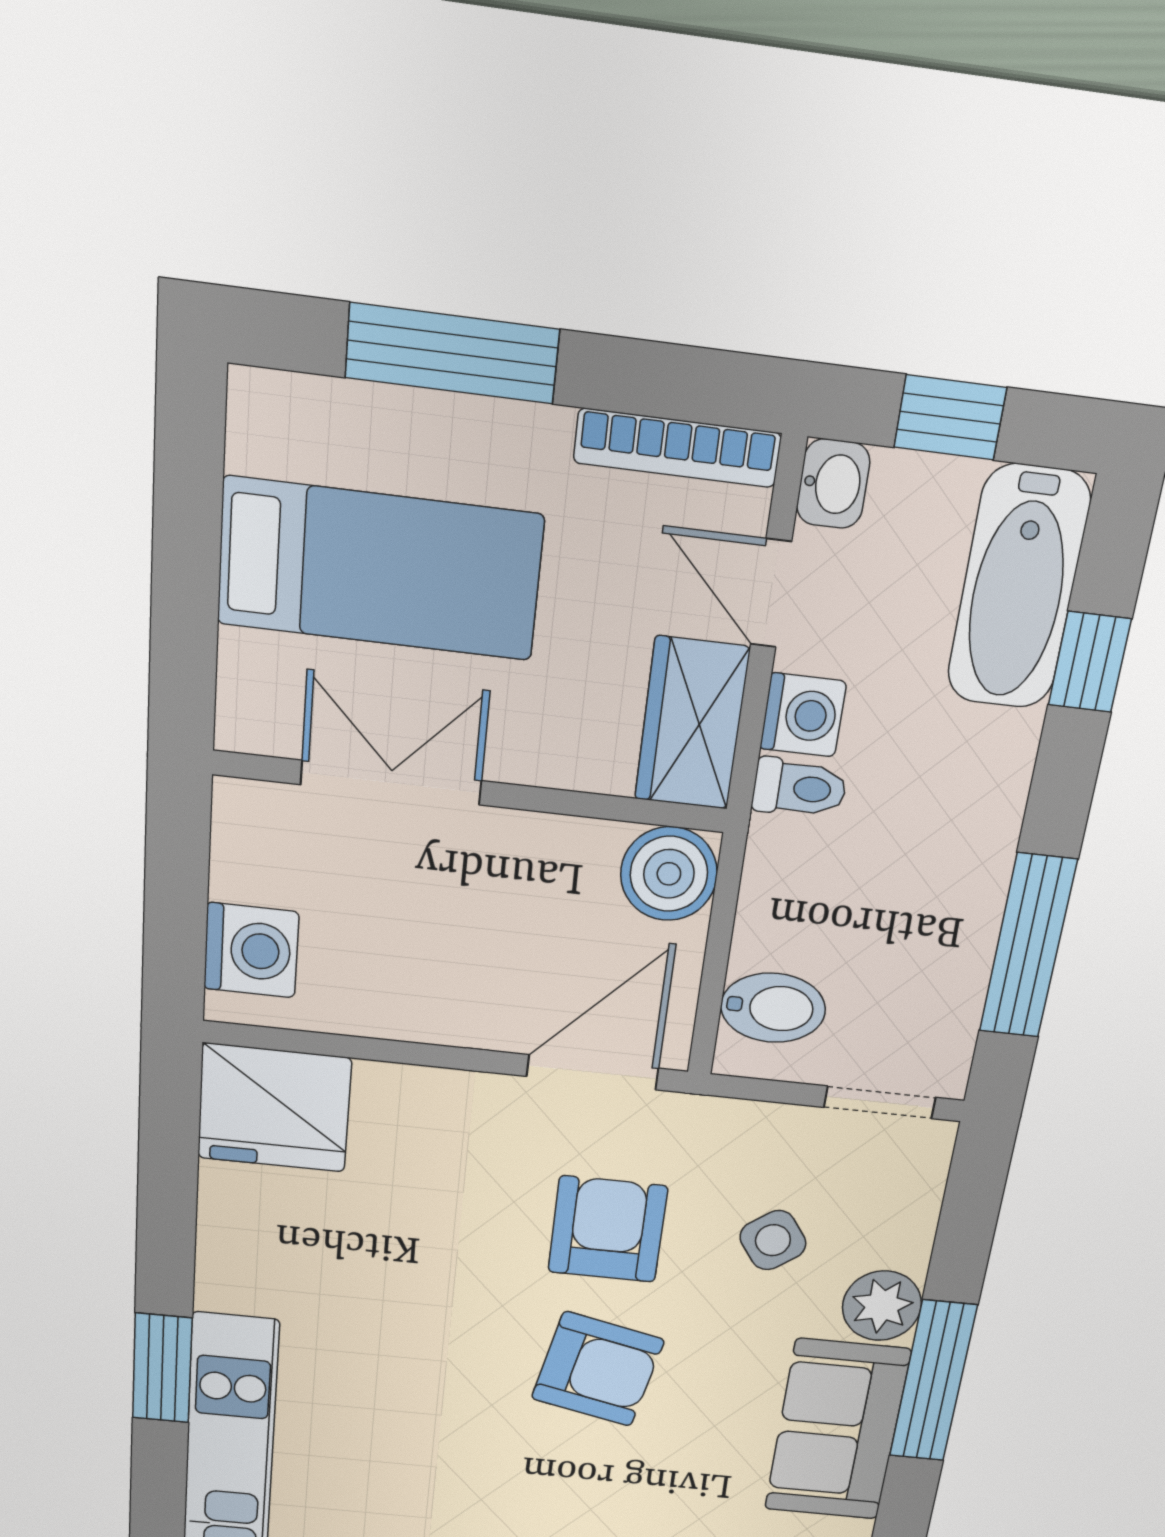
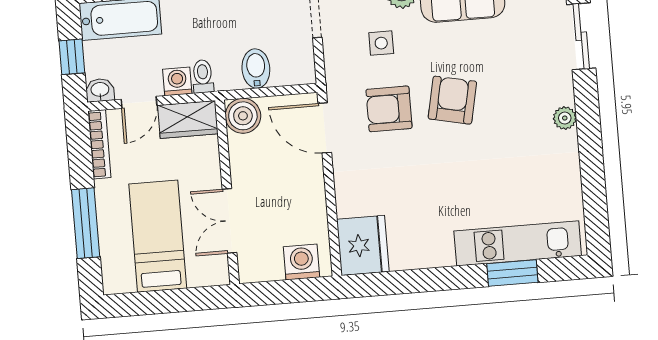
bidet: (773, 1008) -> (256, 69), moved
side table: (773, 1240) -> (381, 43), turned 36
window: (162, 1368) -> (512, 273), moved

